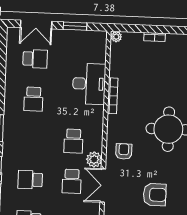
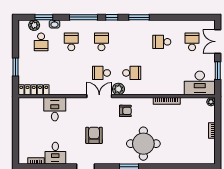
school desk: (35, 59) -> (192, 42), turned 180
desk: (89, 84) -> (200, 83), moved
school desk: (73, 141) -> (132, 73), turned 180
armchair: (155, 195) -> (94, 135), turned 180

